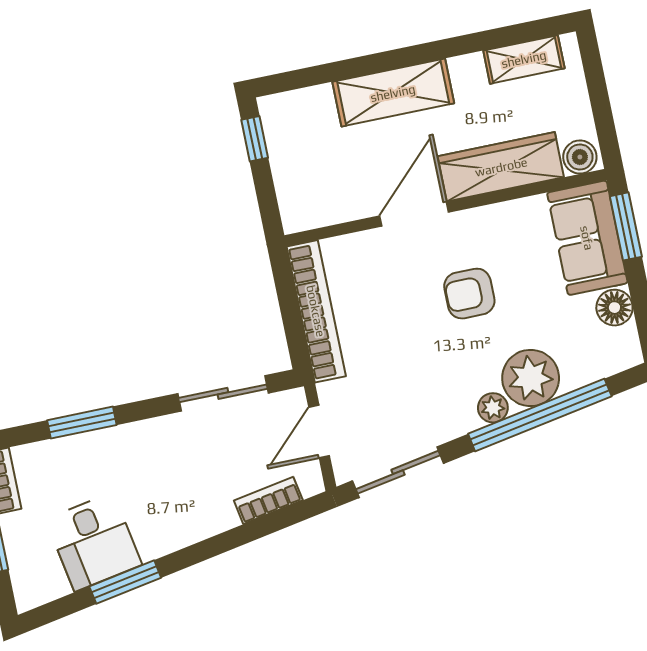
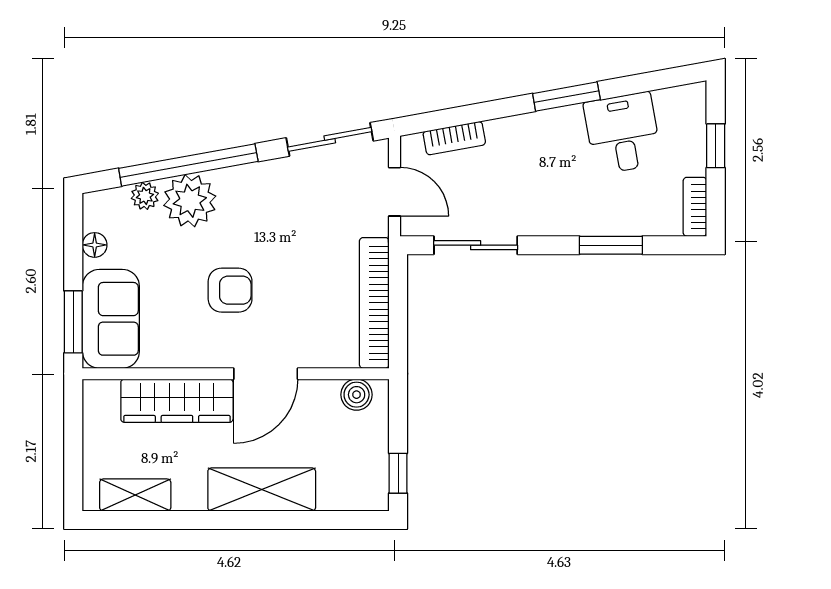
boiler: (580, 157) -> (357, 395), moved
floor lamp: (614, 308) -> (95, 245), width x0.73, depth x0.73
plant: (493, 408) -> (145, 196), moved
door: (319, 432) -> (394, 192), hinge flipped
window: (125, 582) -> (566, 97), moved

